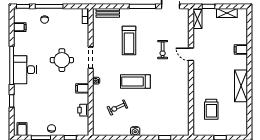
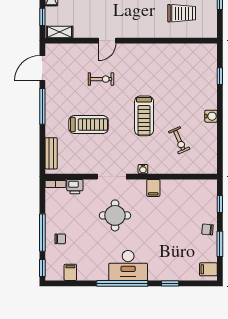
printer: (83, 110) -> (75, 187), moved

